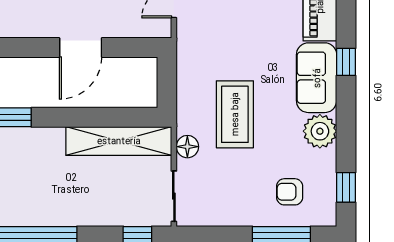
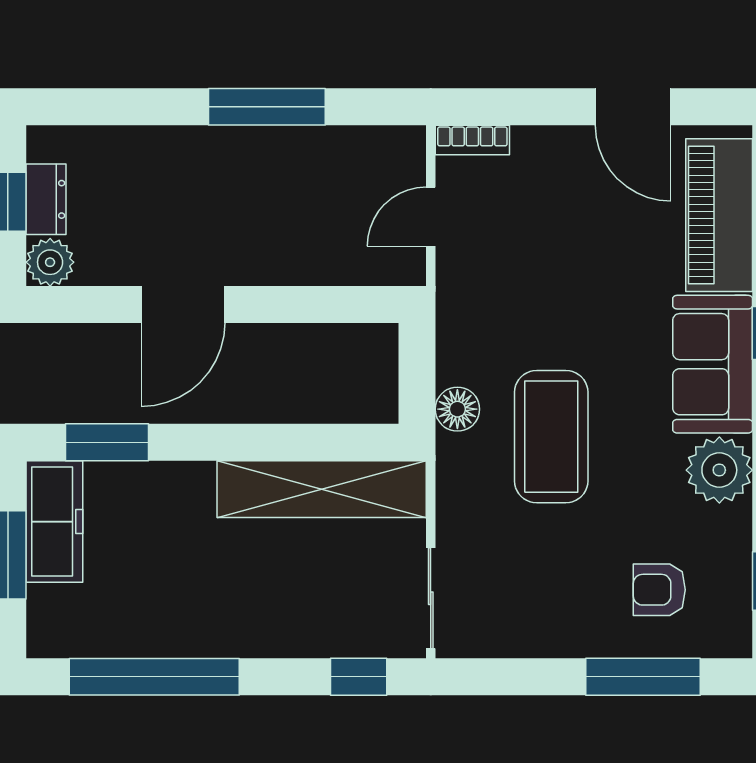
door: (81, 47) -> (183, 304), moved
floor lamp: (187, 147) -> (457, 409), moved

